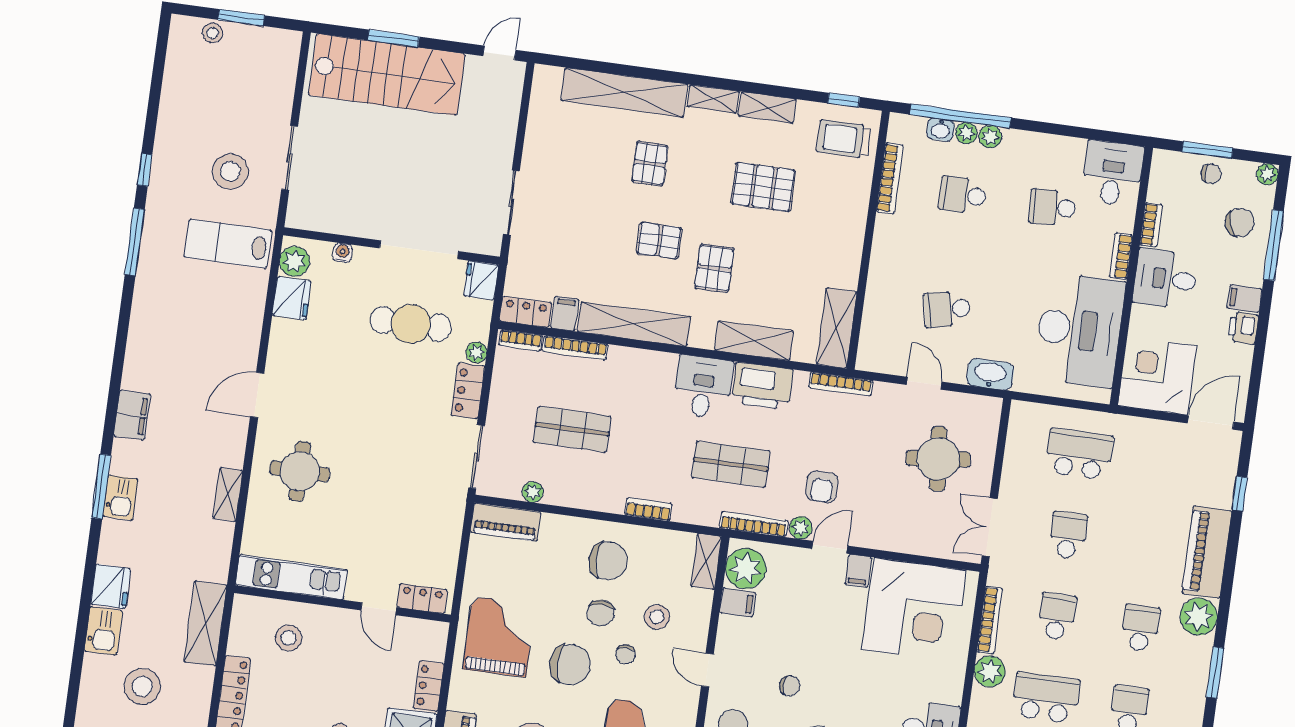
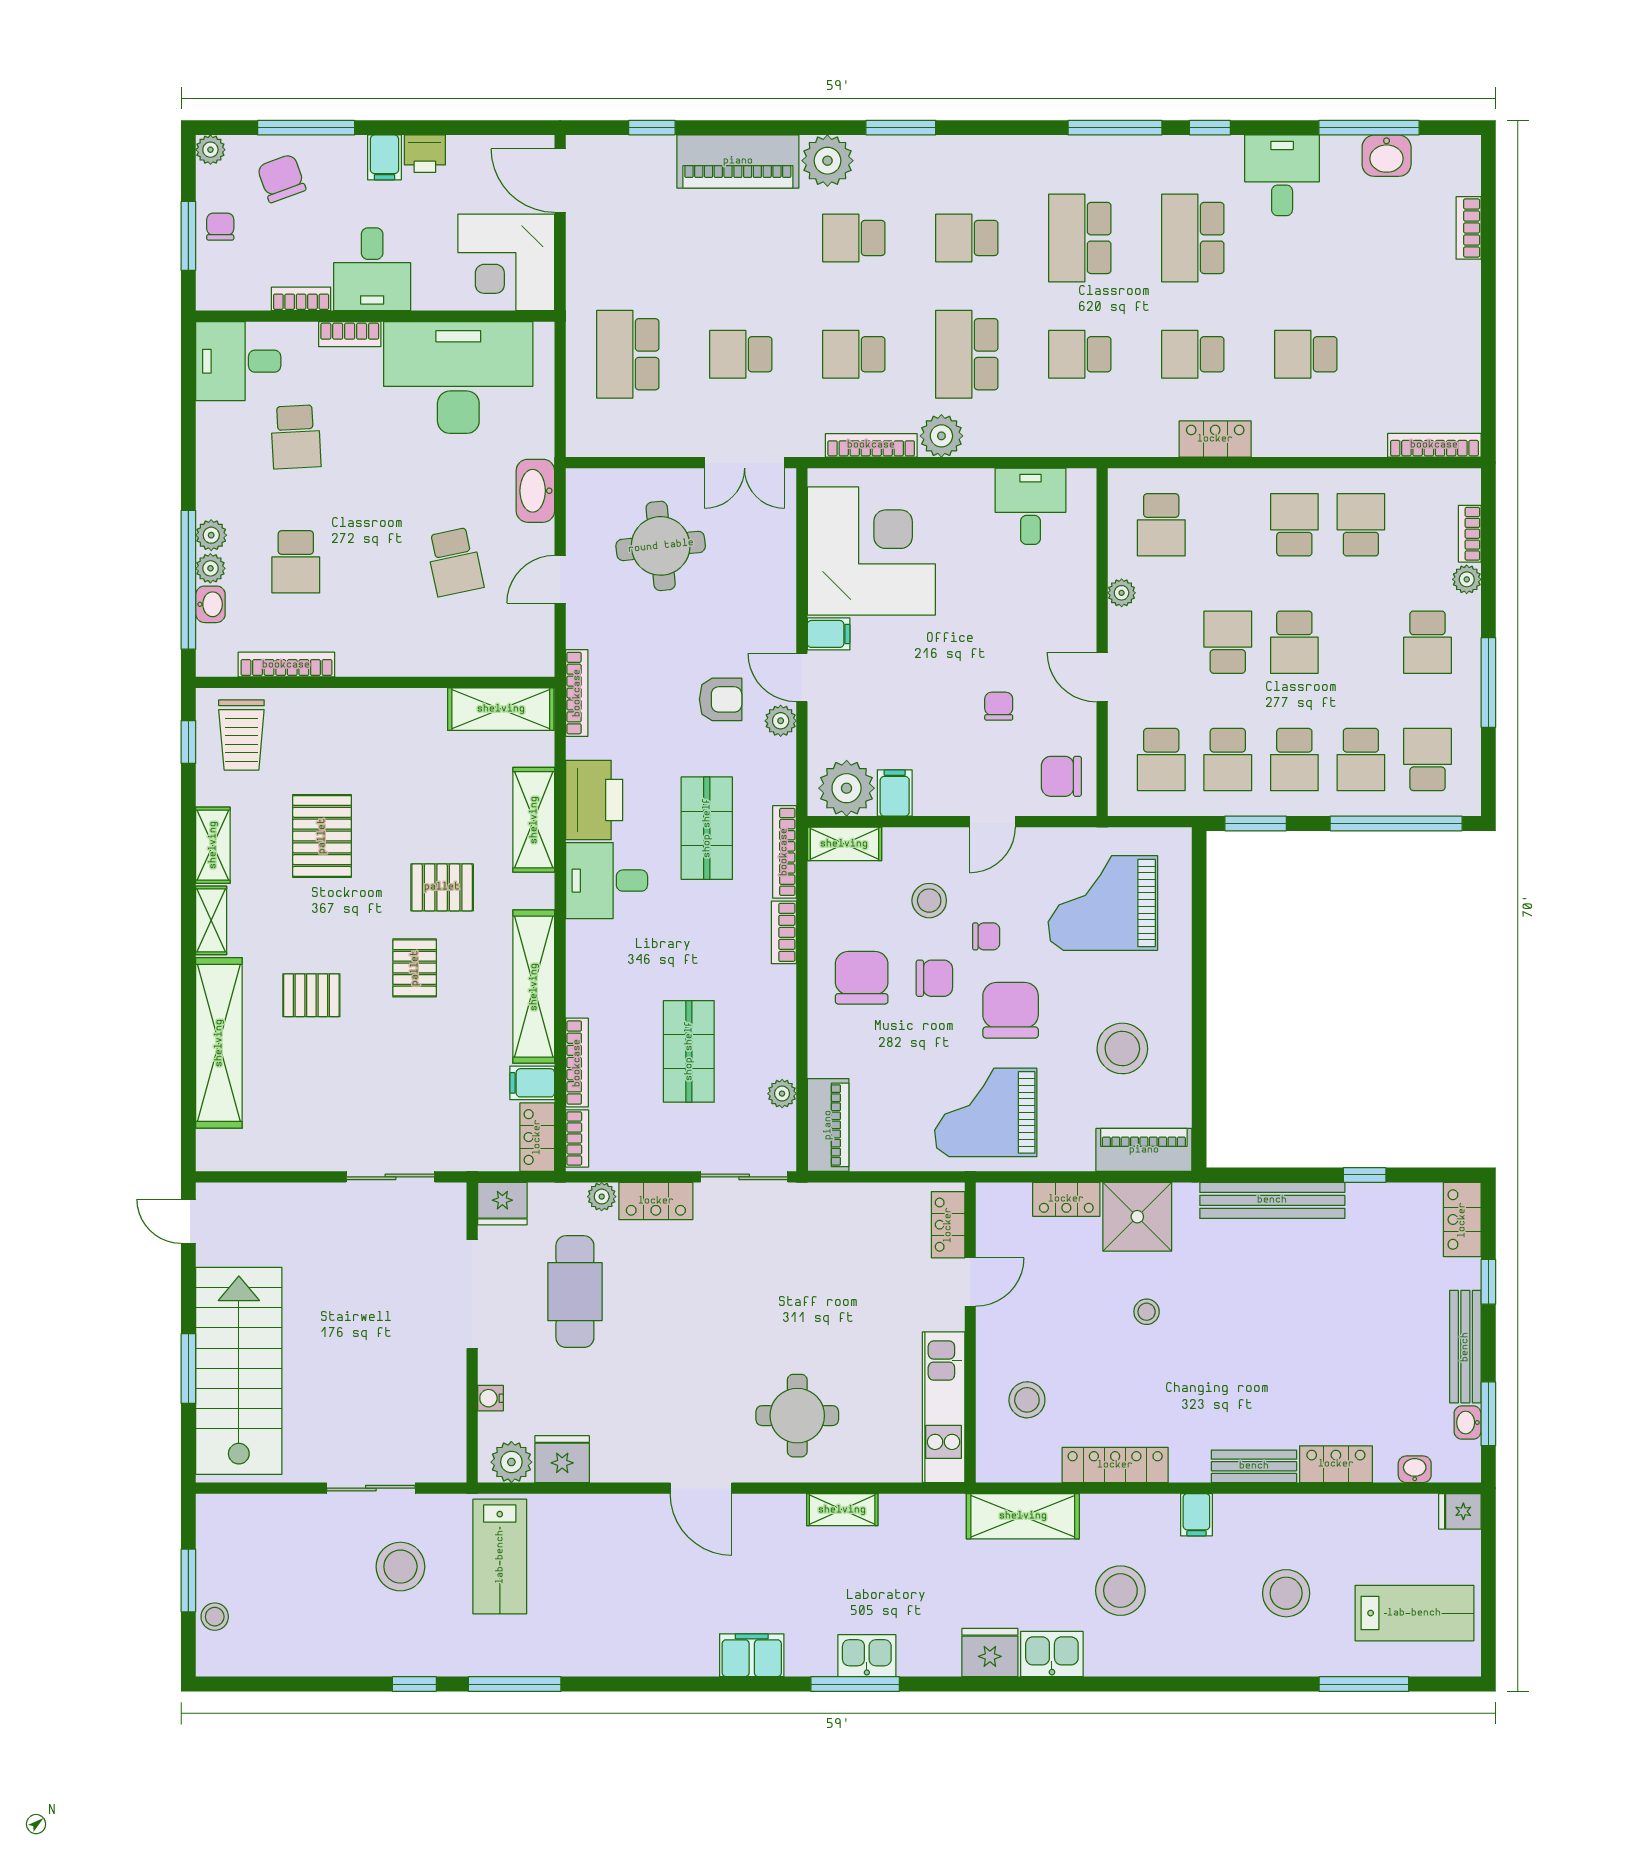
bookcase: (754, 524) -> (784, 852), moved

